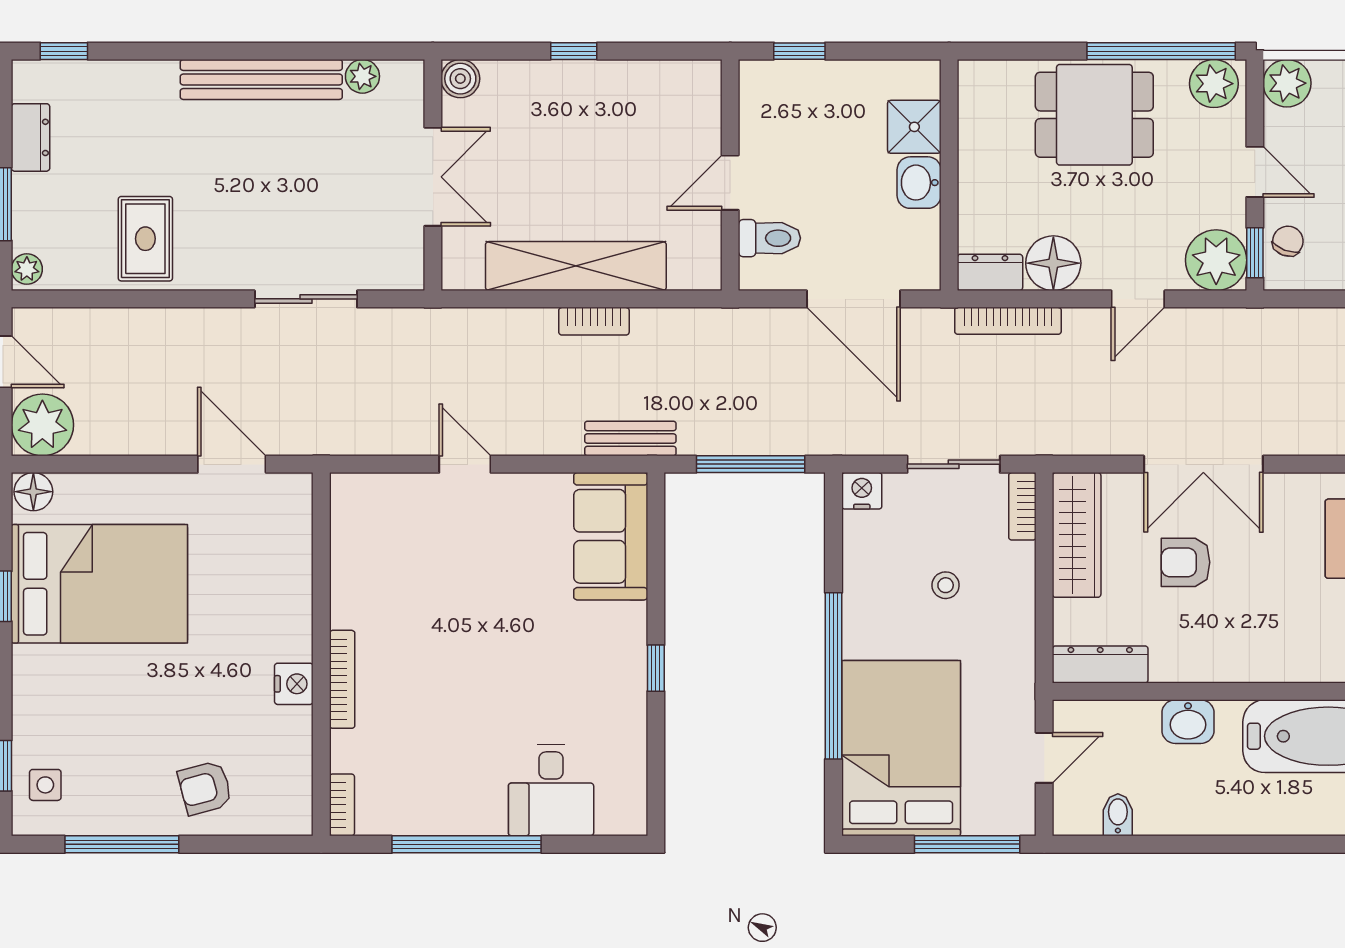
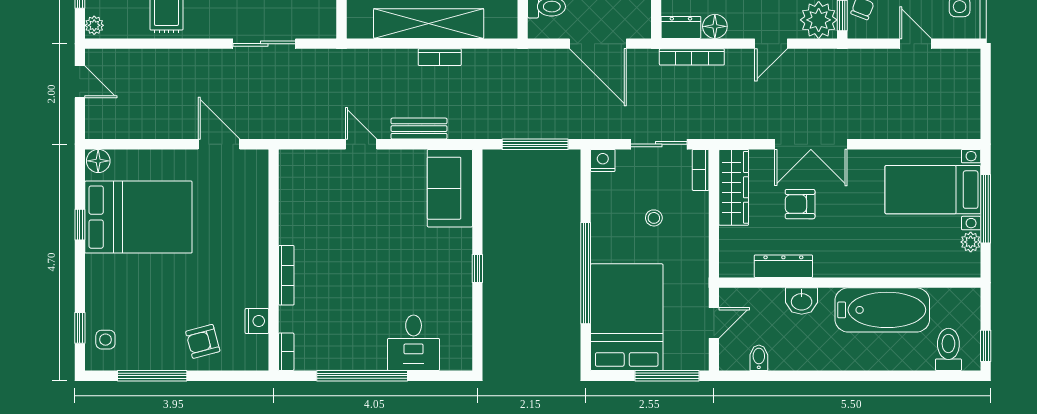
floor lamp: (1053, 263) -> (715, 26), width x0.73, depth x0.73
plant: (42, 425) -> (104, 120), removed
bench: (630, 439) -> (419, 129), moved
dresser: (1100, 664) -> (783, 266), moved
nightstand: (294, 684) -> (257, 321), moved

